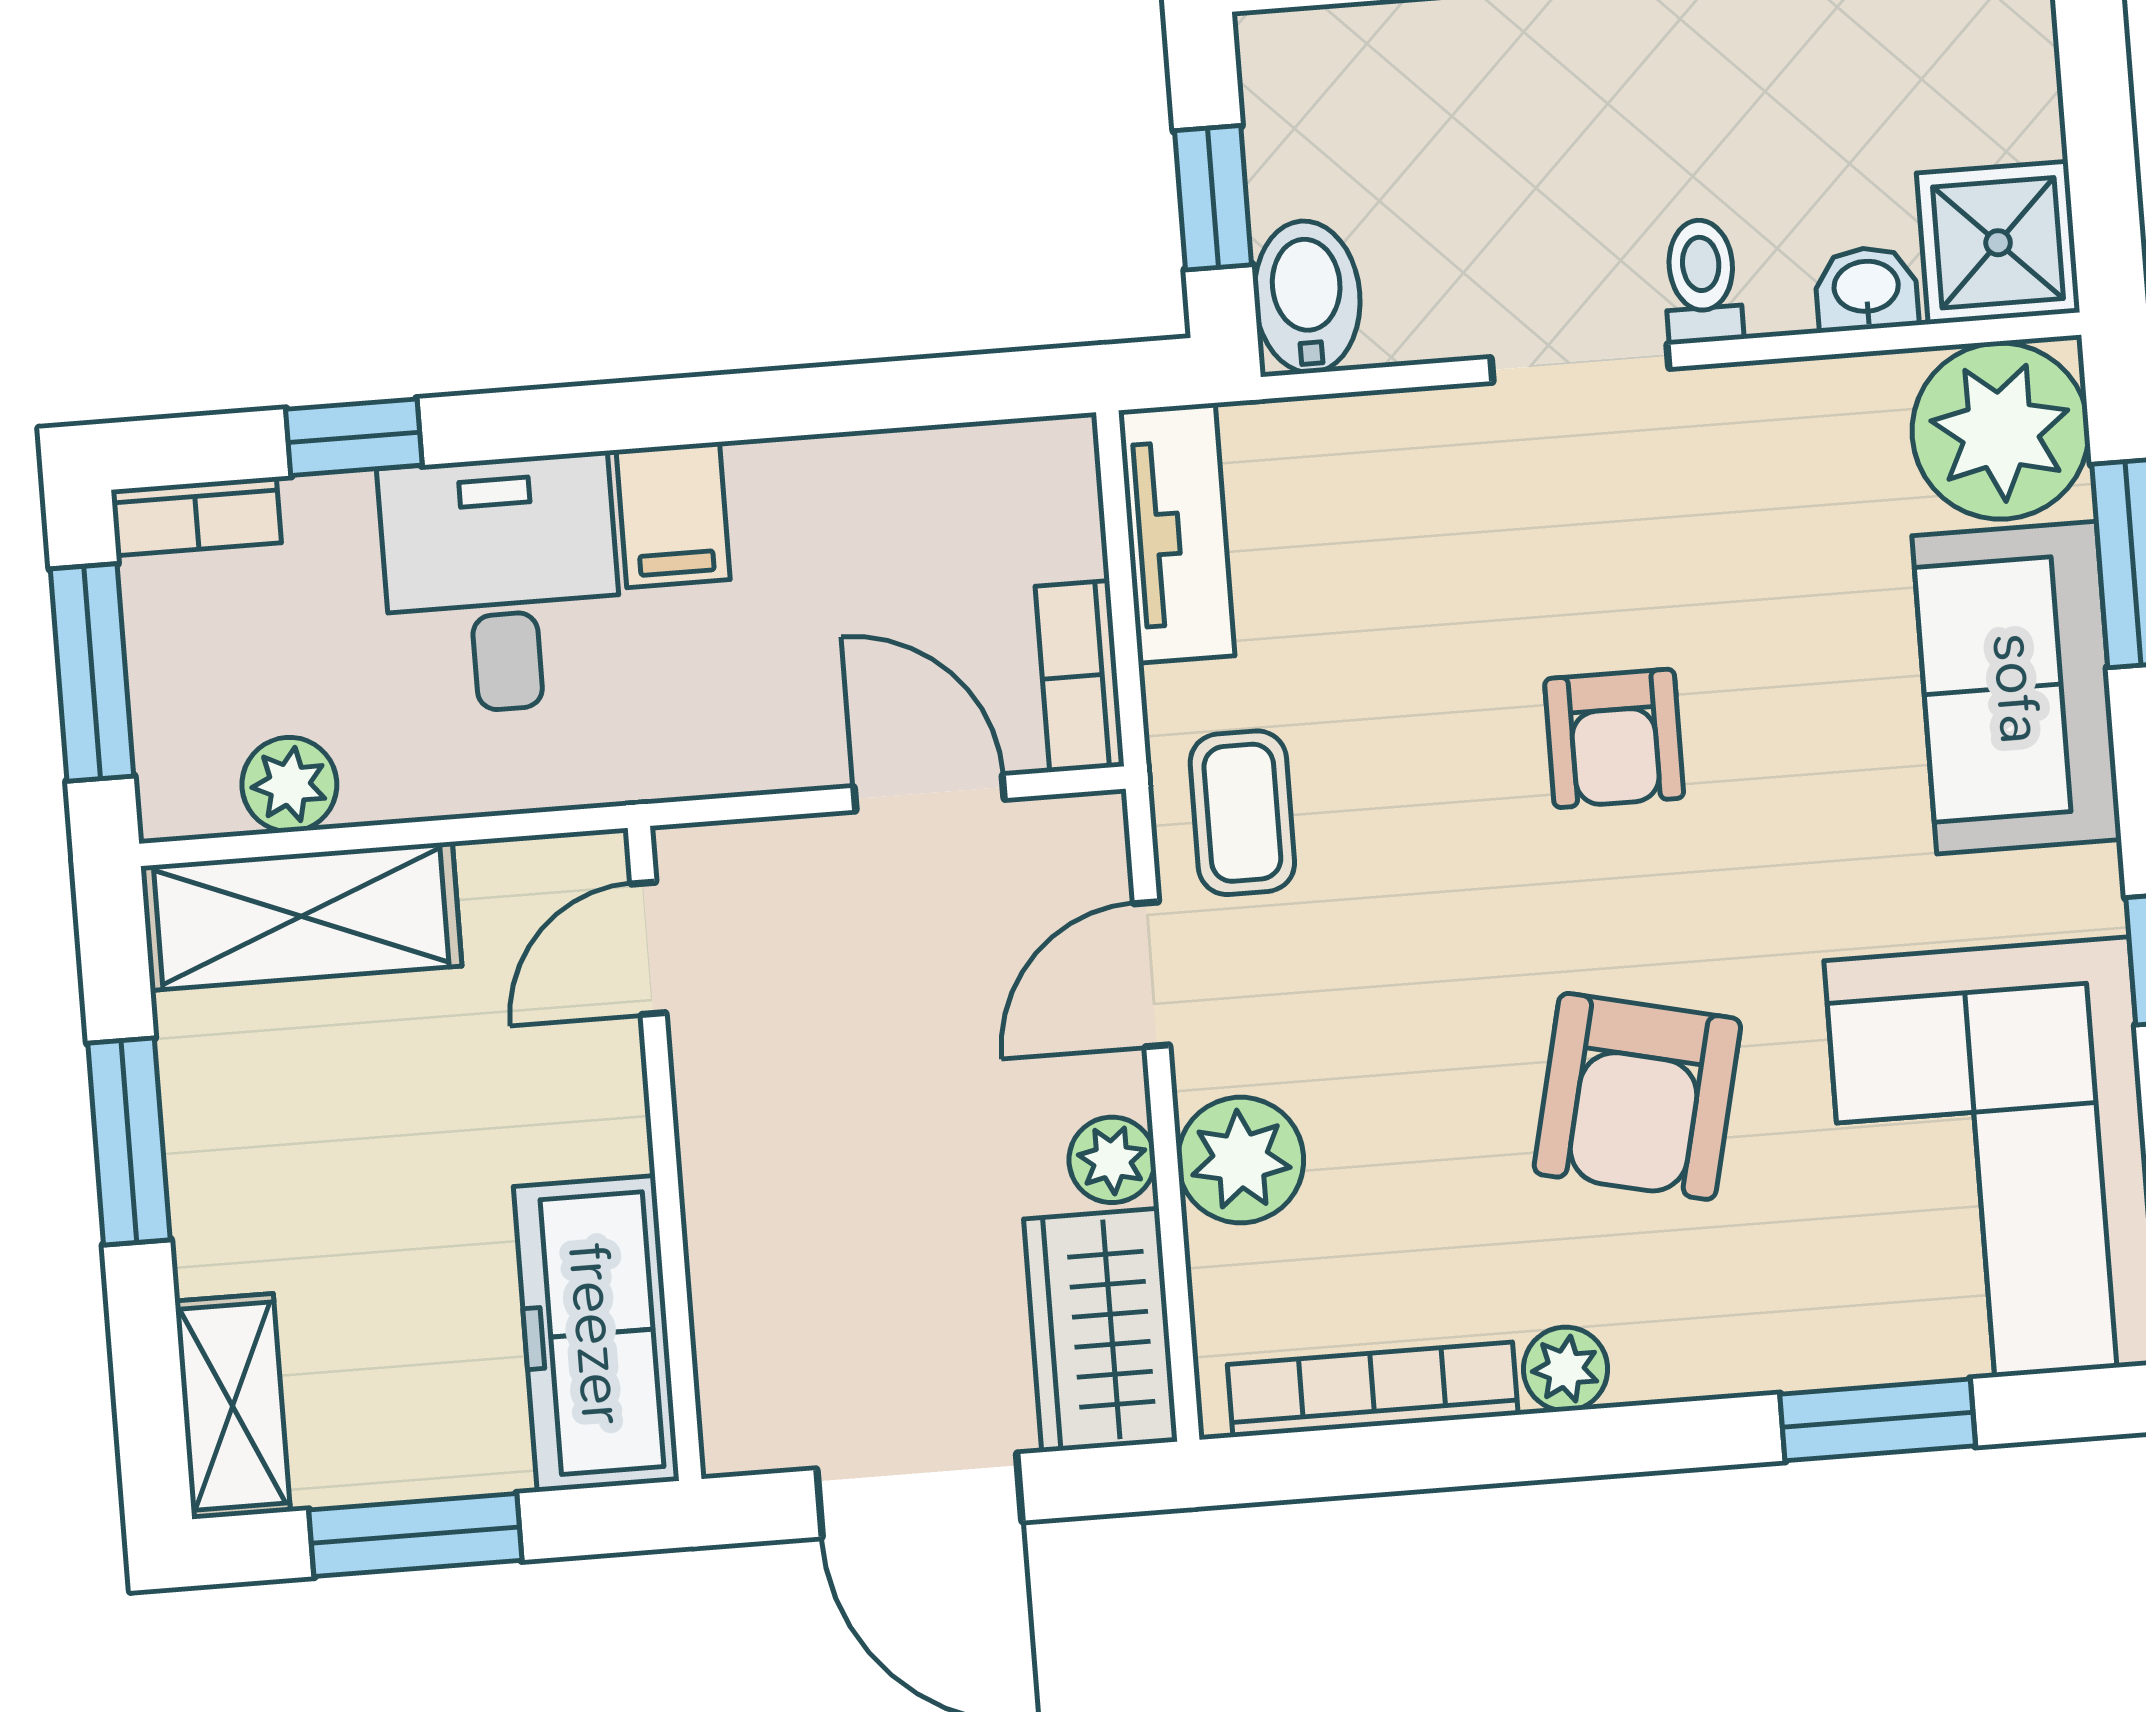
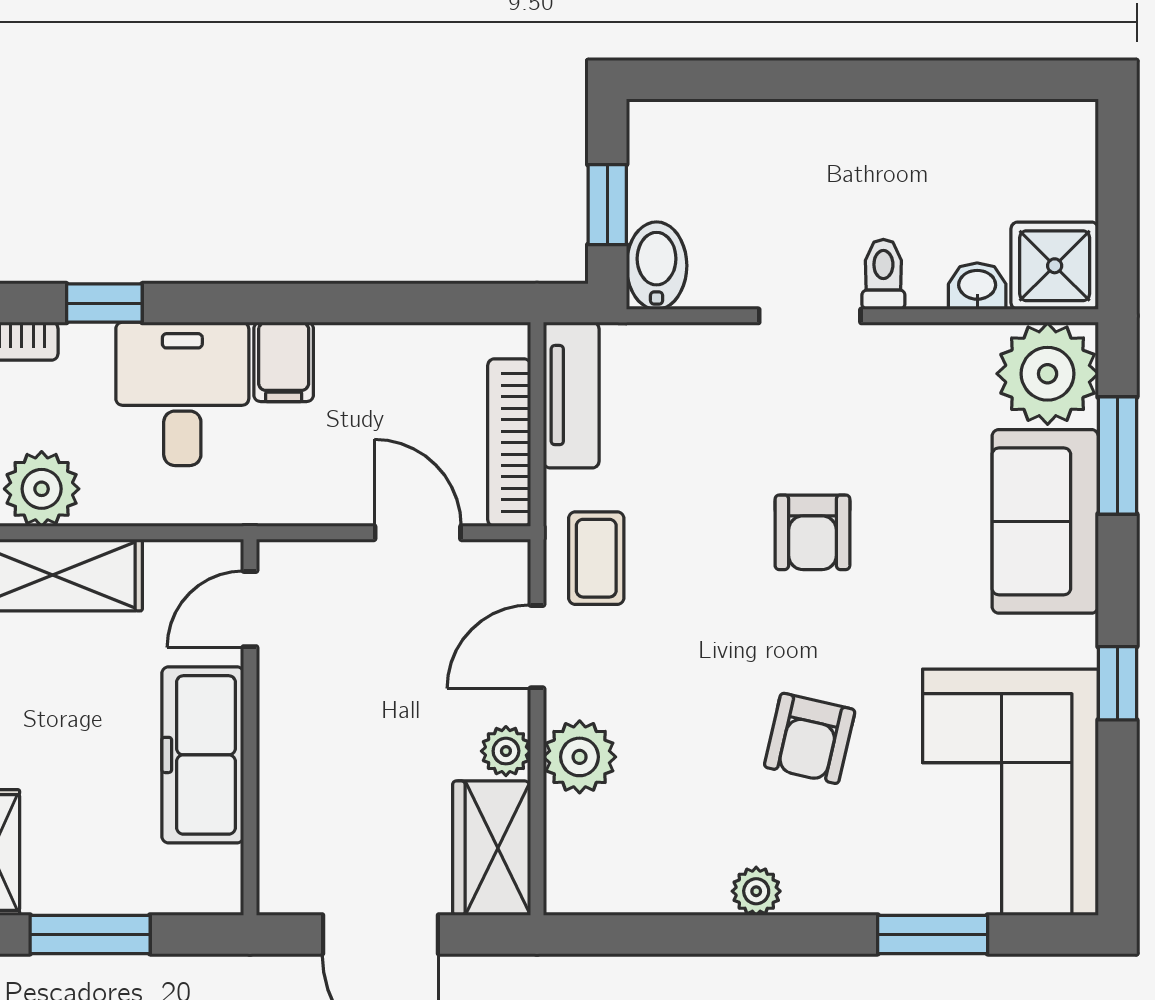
bookcase: (1080, 676) -> (509, 443), width x1.56
plant: (289, 785) -> (42, 489), width x1.38, depth x1.38
armchair: (1637, 1096) -> (810, 738), width x0.72, depth x0.72
freezer: (596, 1334) -> (203, 755), moved
bookcase: (1373, 1390) -> (645, 894), removed

